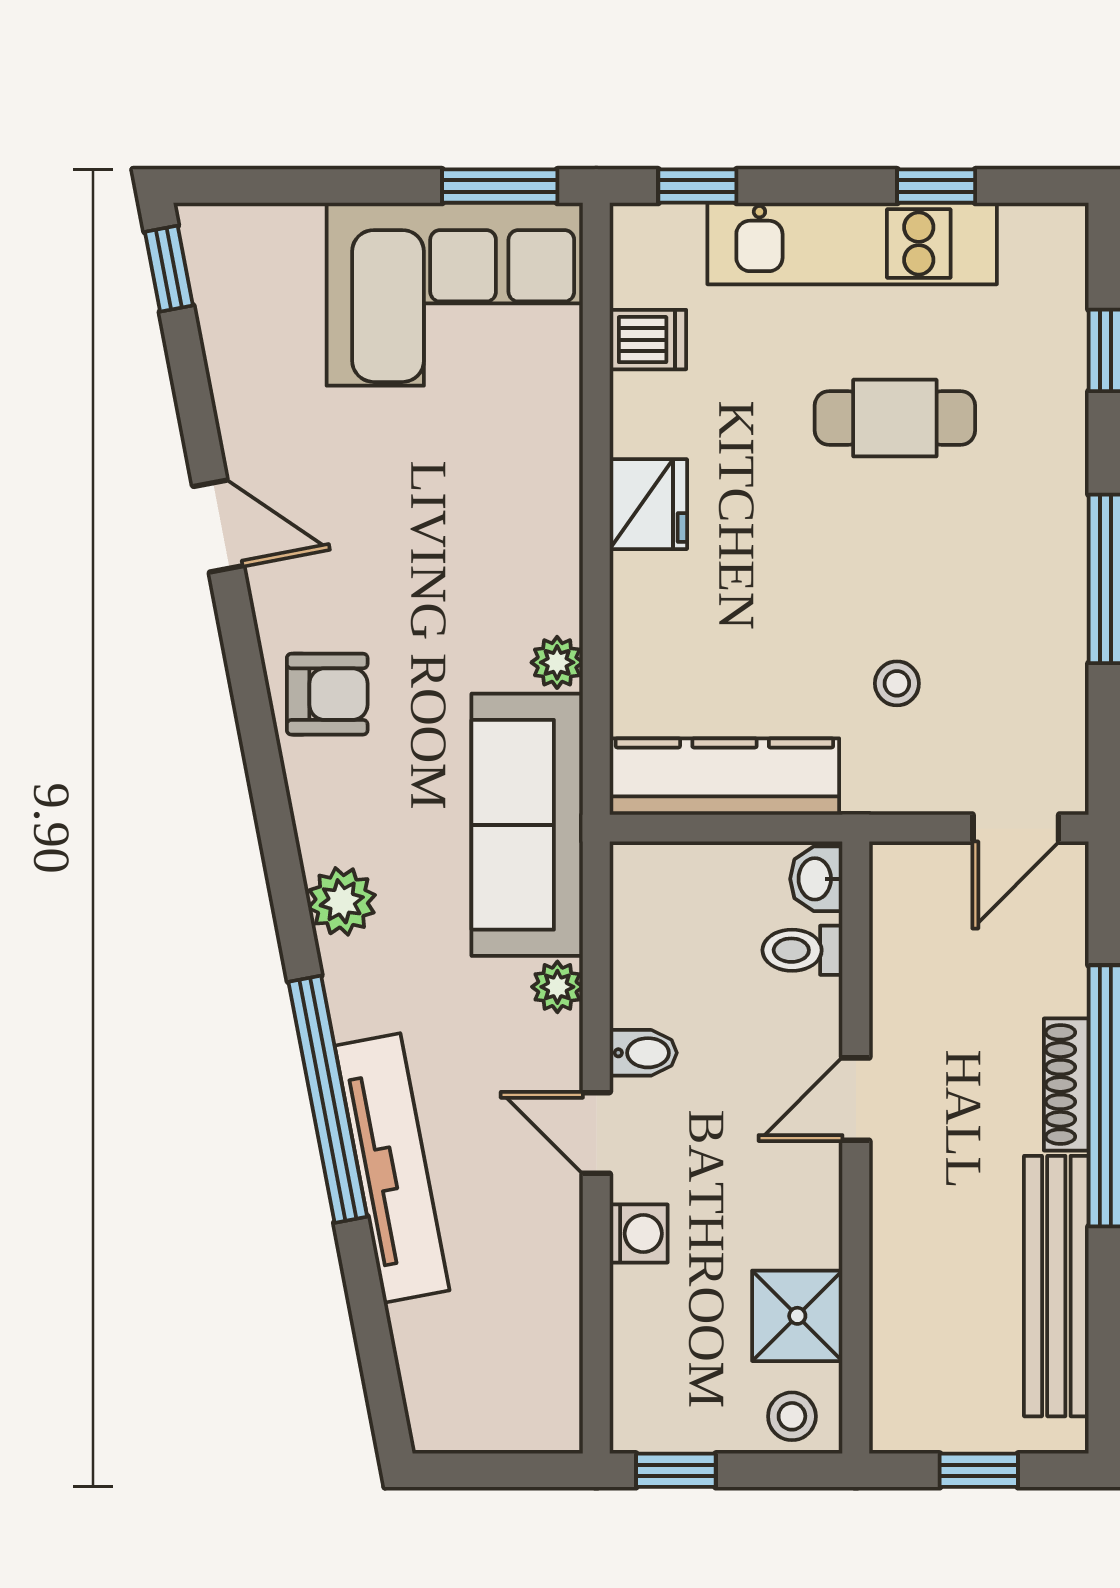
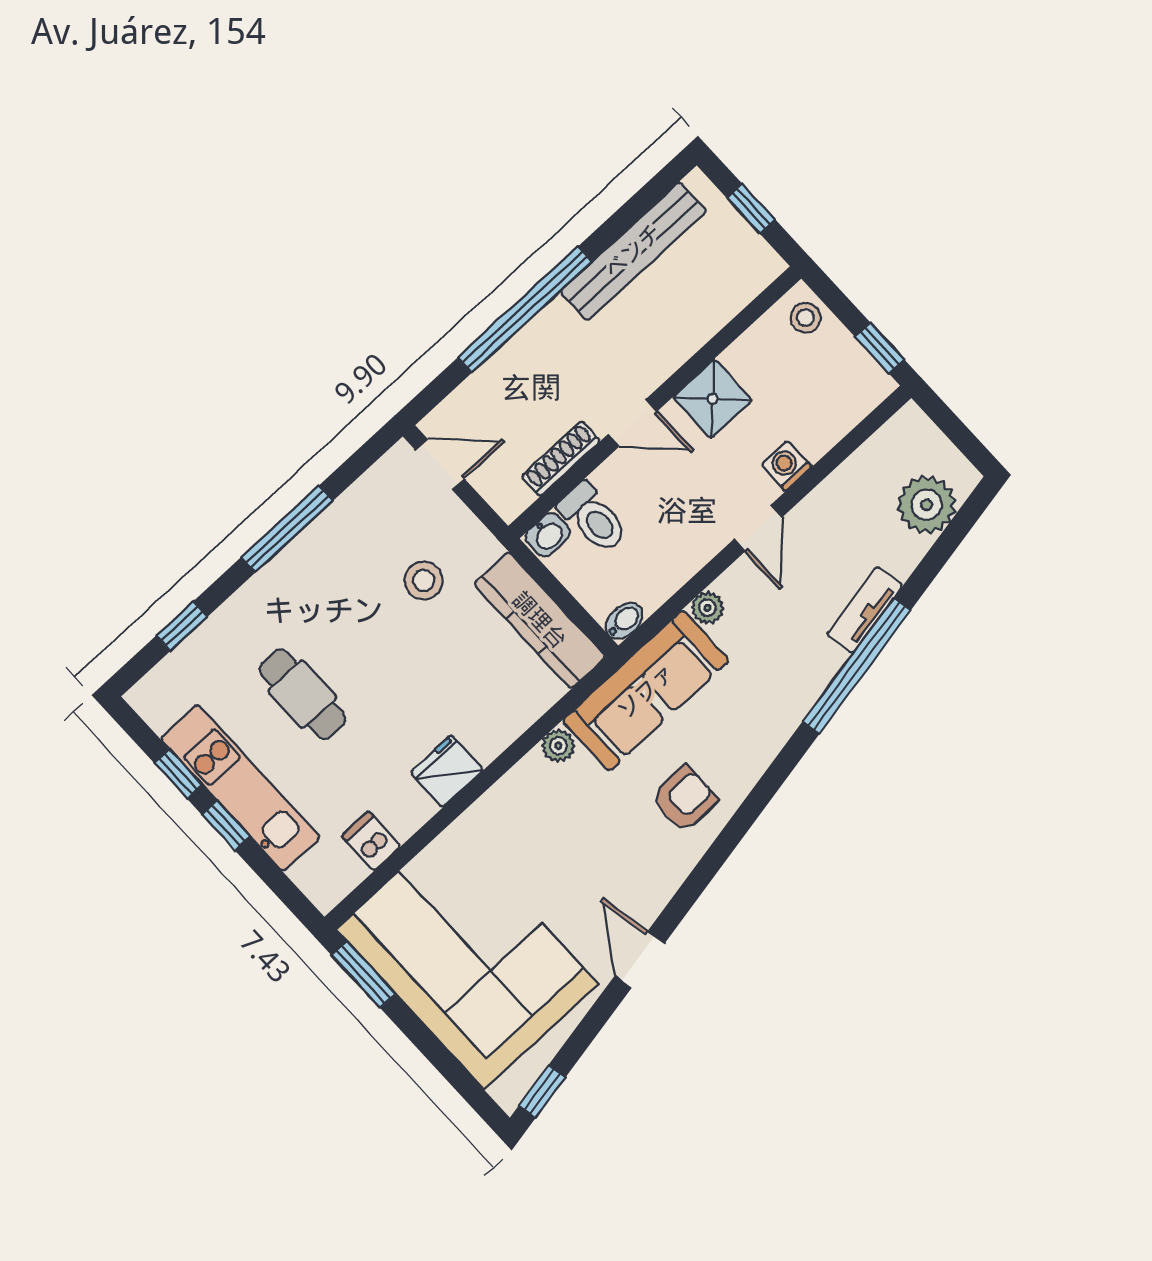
window: (697, 186) -> (226, 825), moved
corner sofa: (455, 294) -> (467, 957), width x1.36, depth x1.36
stool: (897, 683) -> (424, 581), width x1.37, depth x1.37
armchair: (327, 694) -> (684, 799), moved, turned 90
plant: (342, 901) -> (927, 505), moved, width x1.36, depth x1.36
toilet: (802, 950) -> (593, 518), width x1.37, depth x1.39
bidet: (643, 1053) -> (624, 621), moved, turned 90
shoe rack: (1066, 1084) -> (561, 459), moved, turned 180
tv unit: (392, 1168) -> (865, 610), width x0.52, depth x0.78
shower: (797, 1316) -> (713, 399), moved

